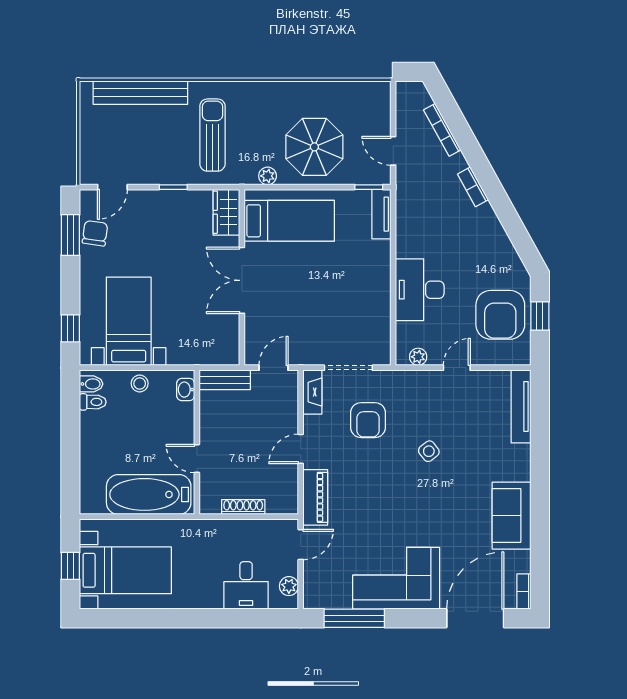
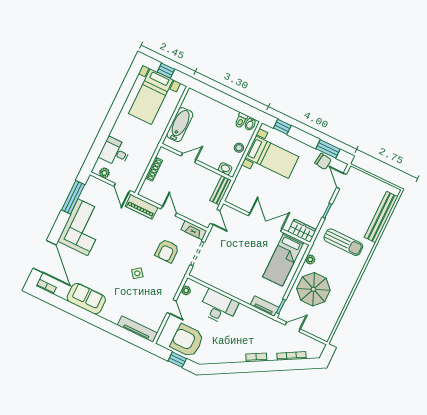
armchair: (368, 420) -> (167, 251), turned -90
bathtub: (149, 494) -> (180, 125), width x0.73, depth x0.73

